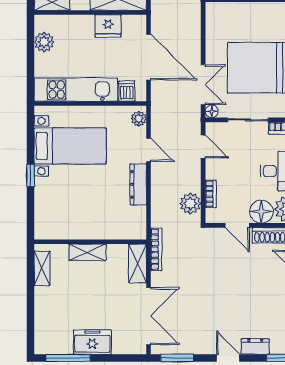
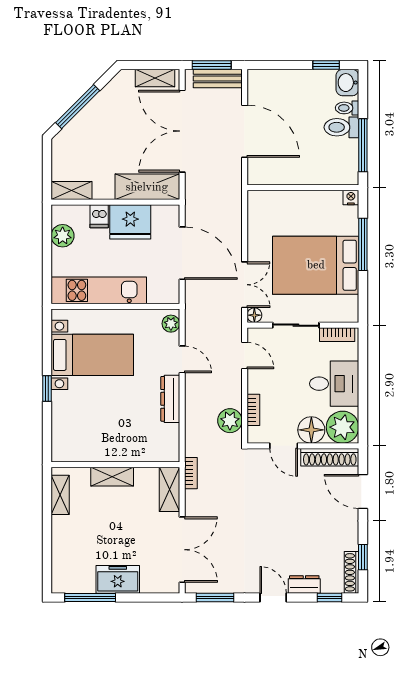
fridge: (108, 26) -> (130, 222), width x1.36, depth x1.34
dishwasher: (127, 91) -> (99, 216), moved, turned 180
bookcase: (156, 249) -> (191, 473), width x0.64

